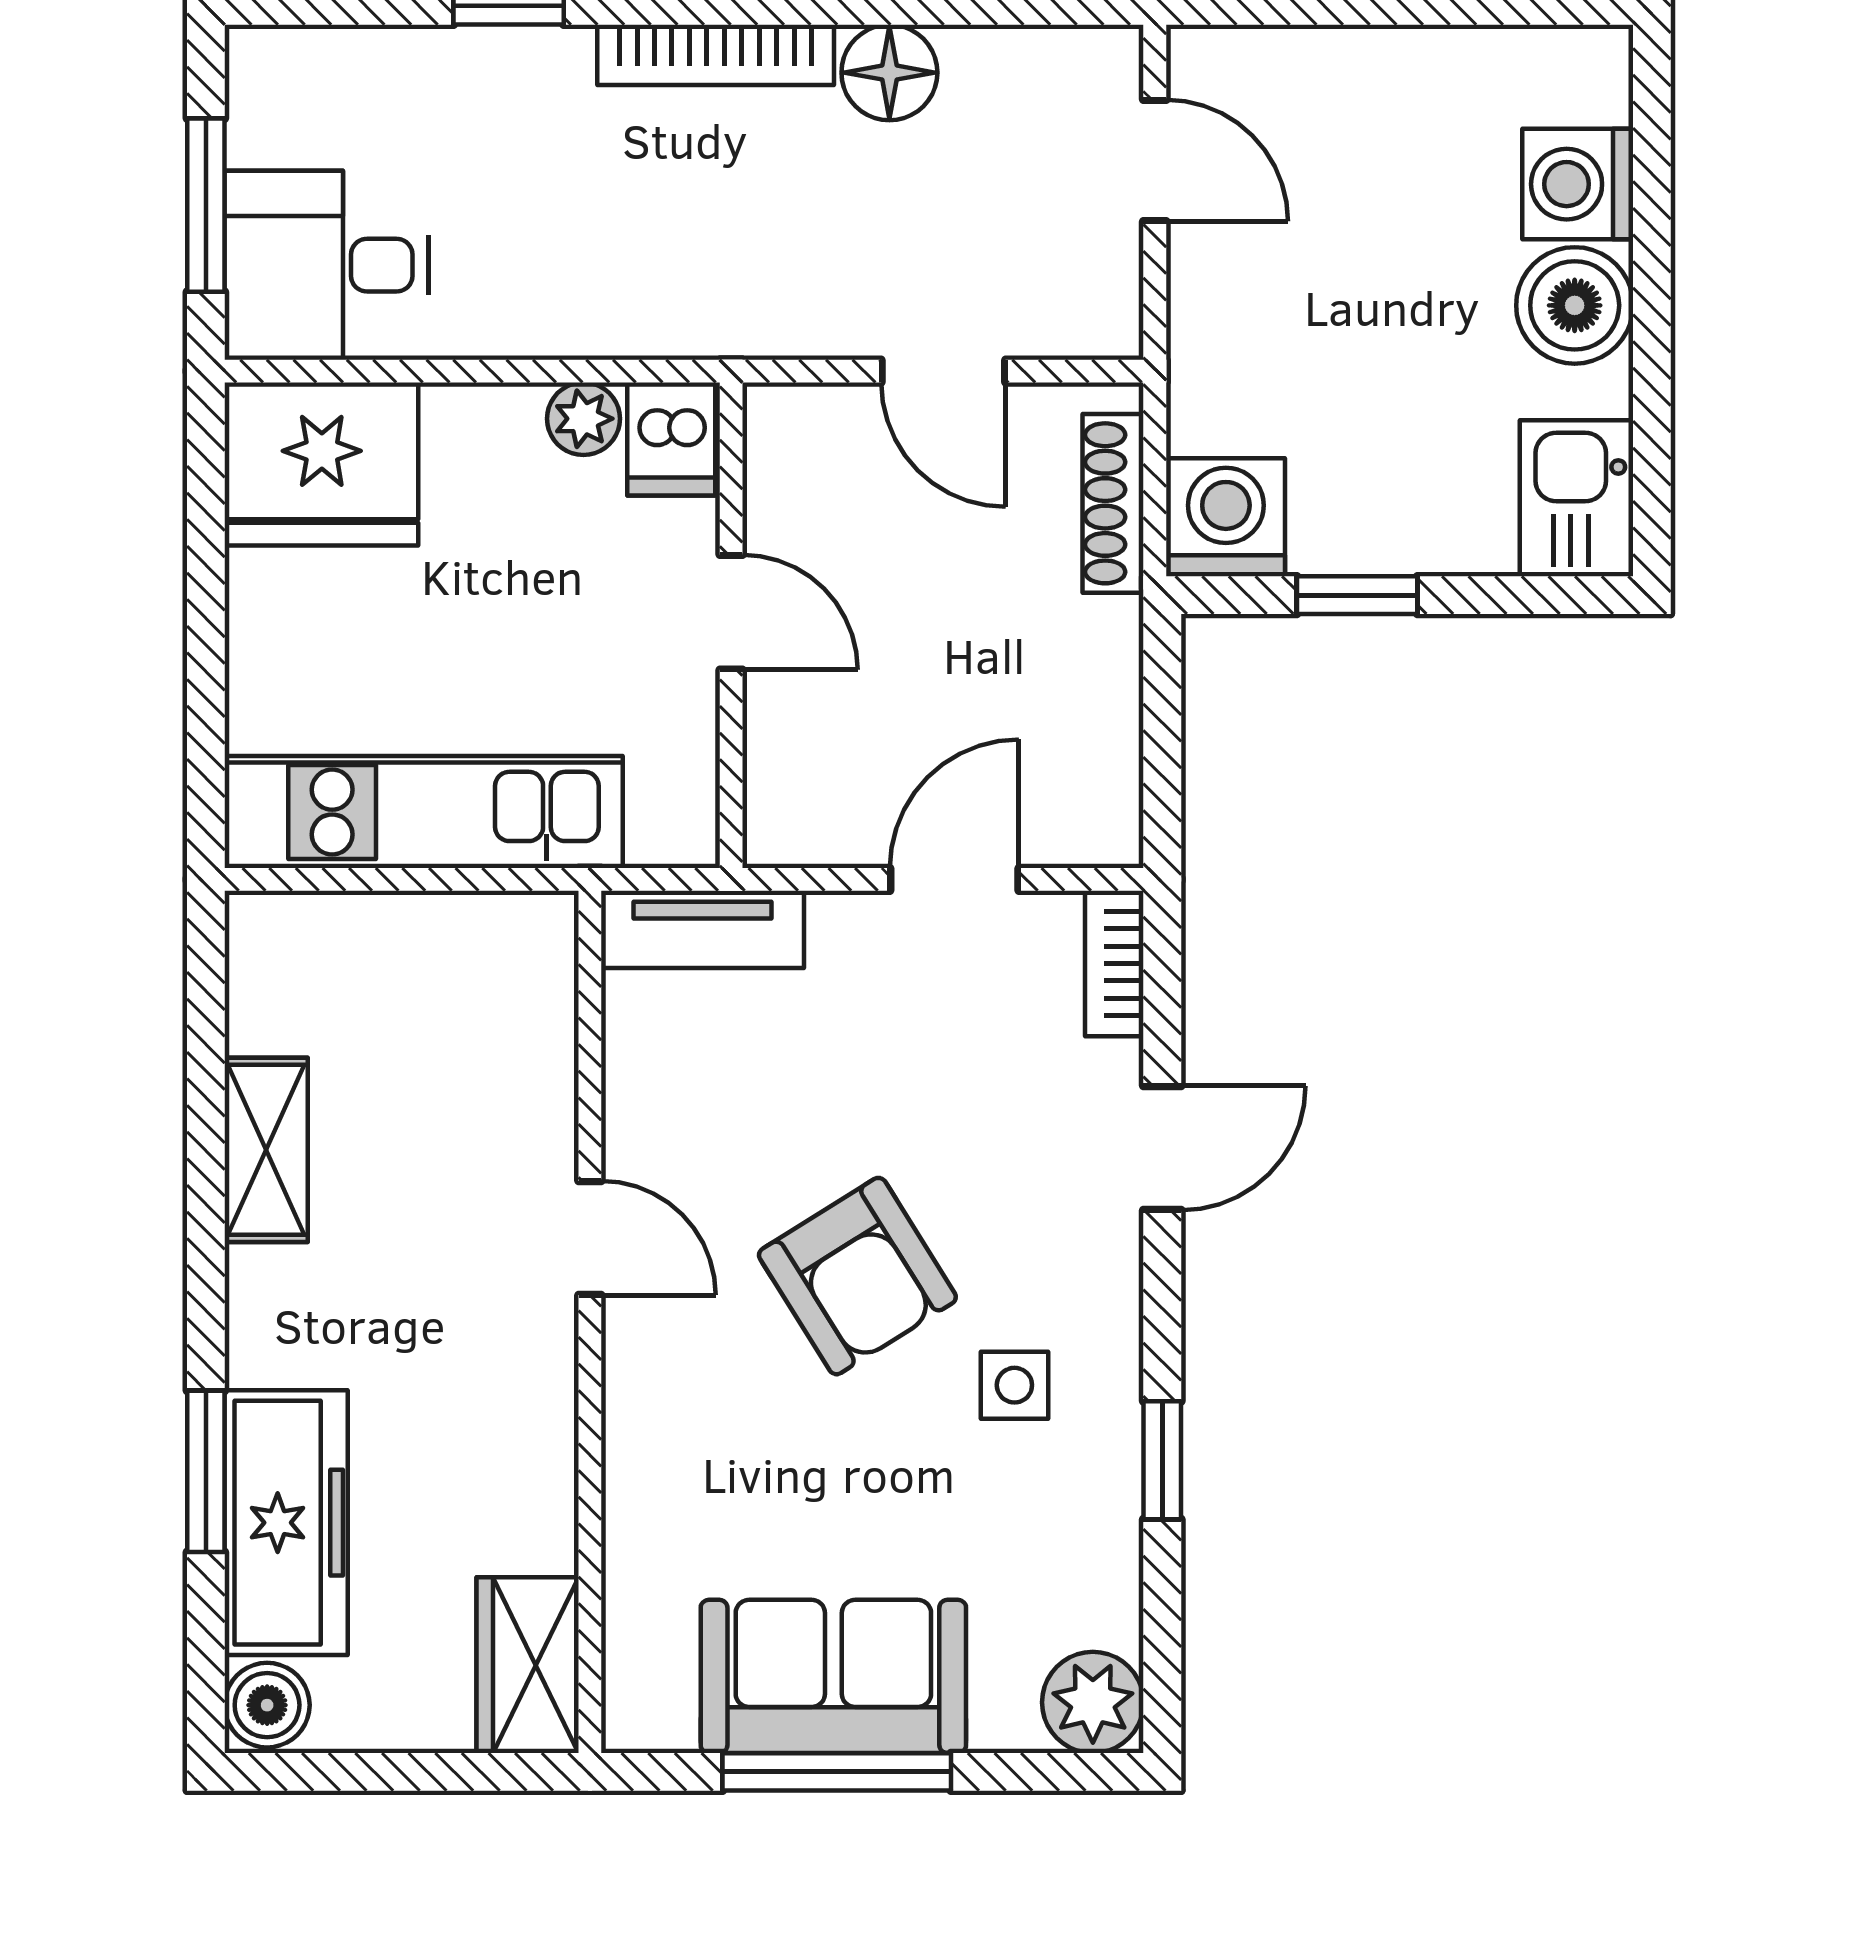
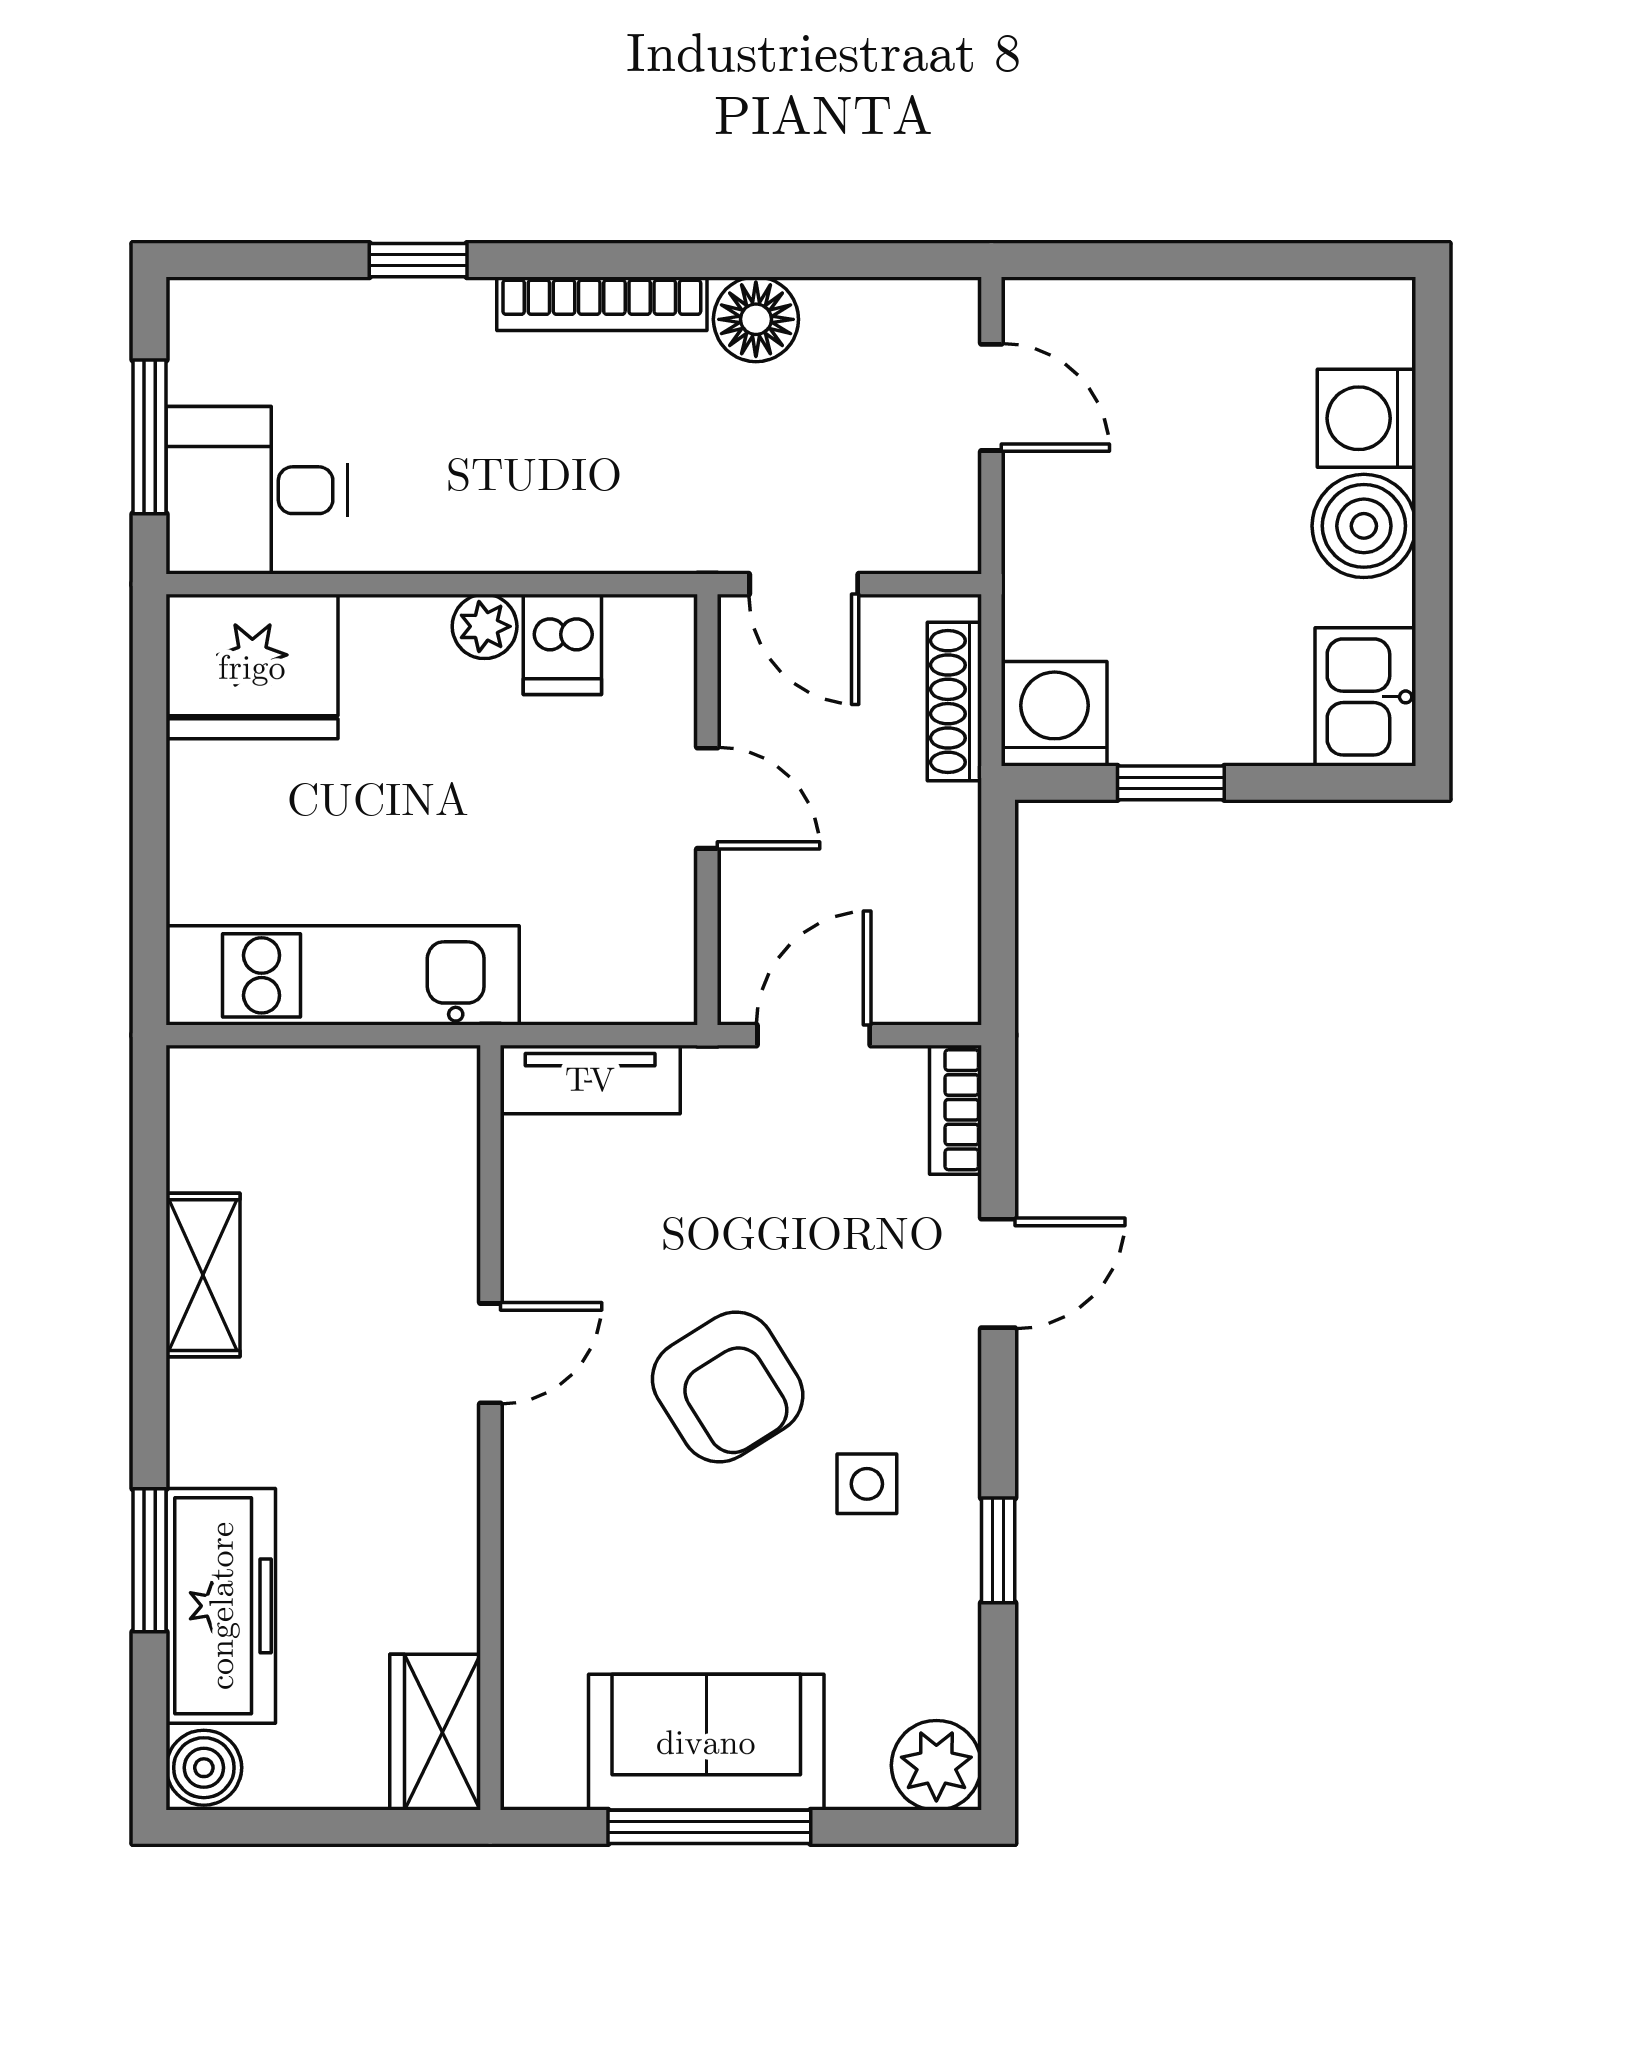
door: (731, 612) -> (707, 798), moved
wall: (731, 625) -> (707, 810), moved
door: (590, 1238) -> (490, 1353), hinge flipped

